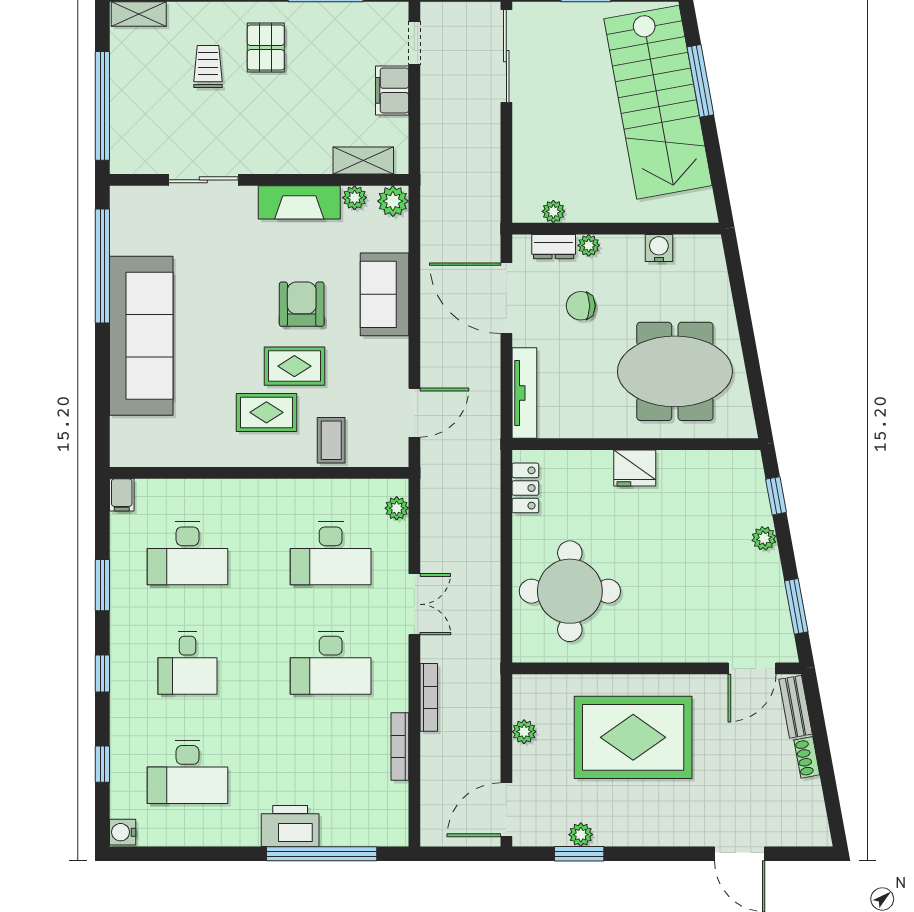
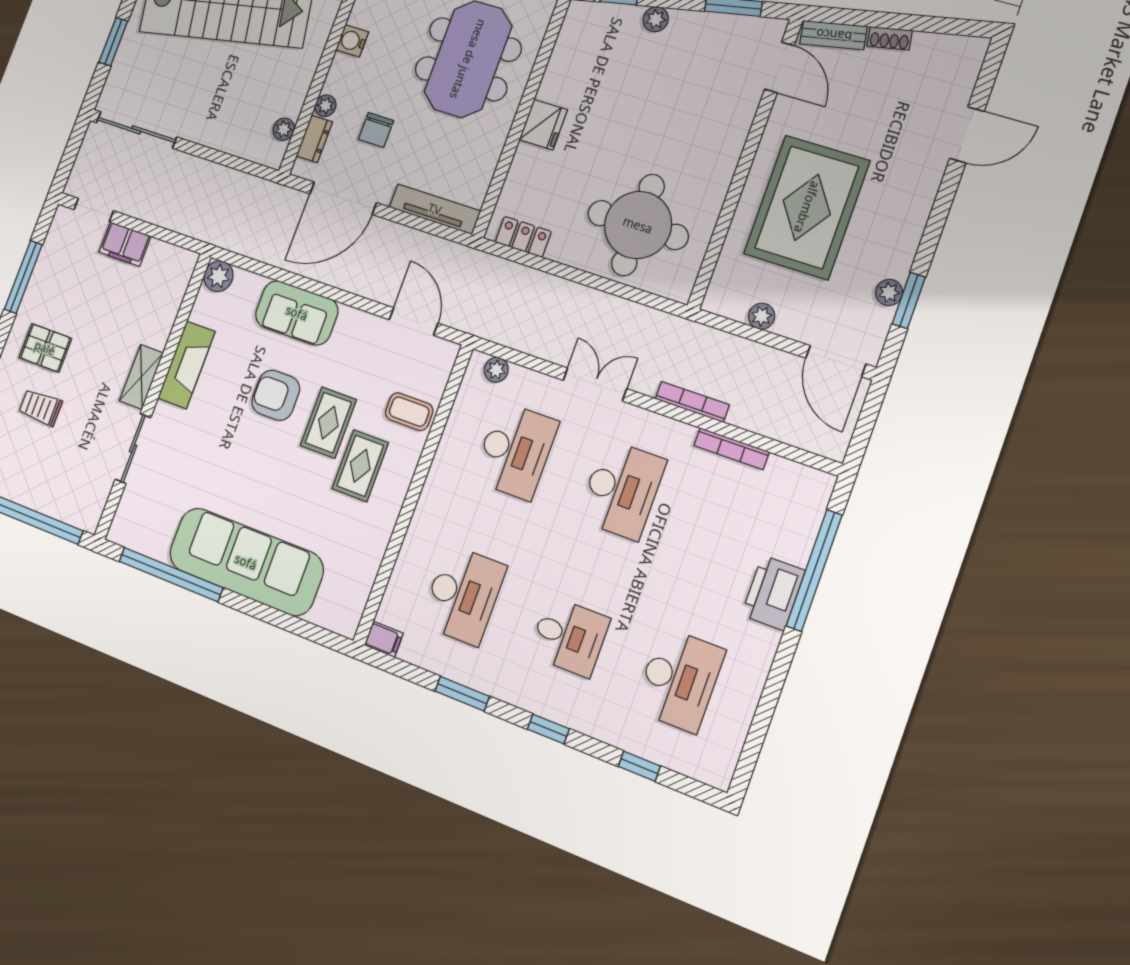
shelving: (363, 160) -> (141, 377), moved
plant: (355, 198) -> (202, 311), removed
water cooler: (123, 832) -> (717, 773), removed

